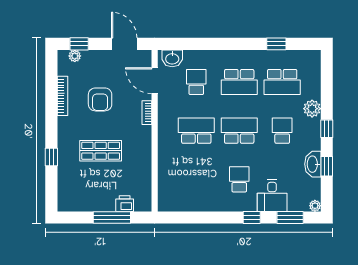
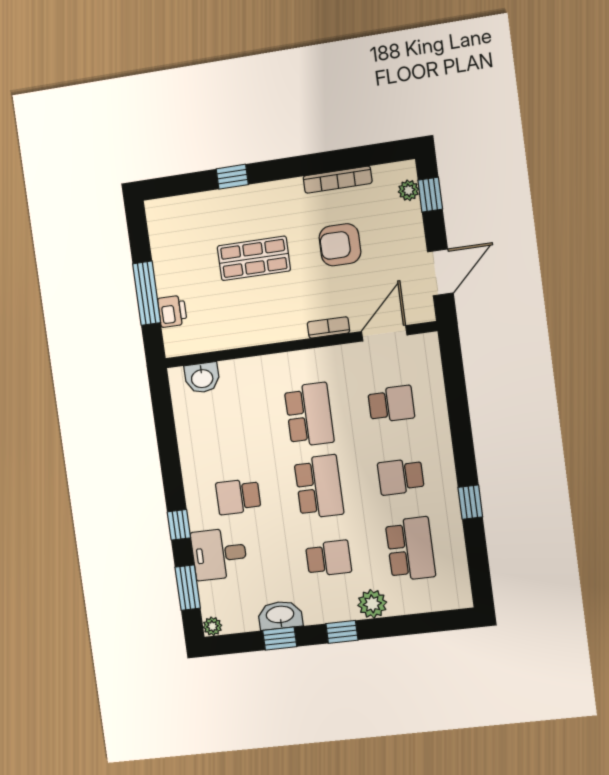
window: (276, 44) -> (470, 502), moved
washbasin: (172, 58) -> (202, 378), moved, turned -90
school desk: (239, 82) -> (401, 477), width x0.54
school desk: (282, 82) -> (410, 549), turned 180
shop shelf: (101, 151) -> (254, 258), turned 90
school desk: (239, 179) -> (238, 497), turned 180

